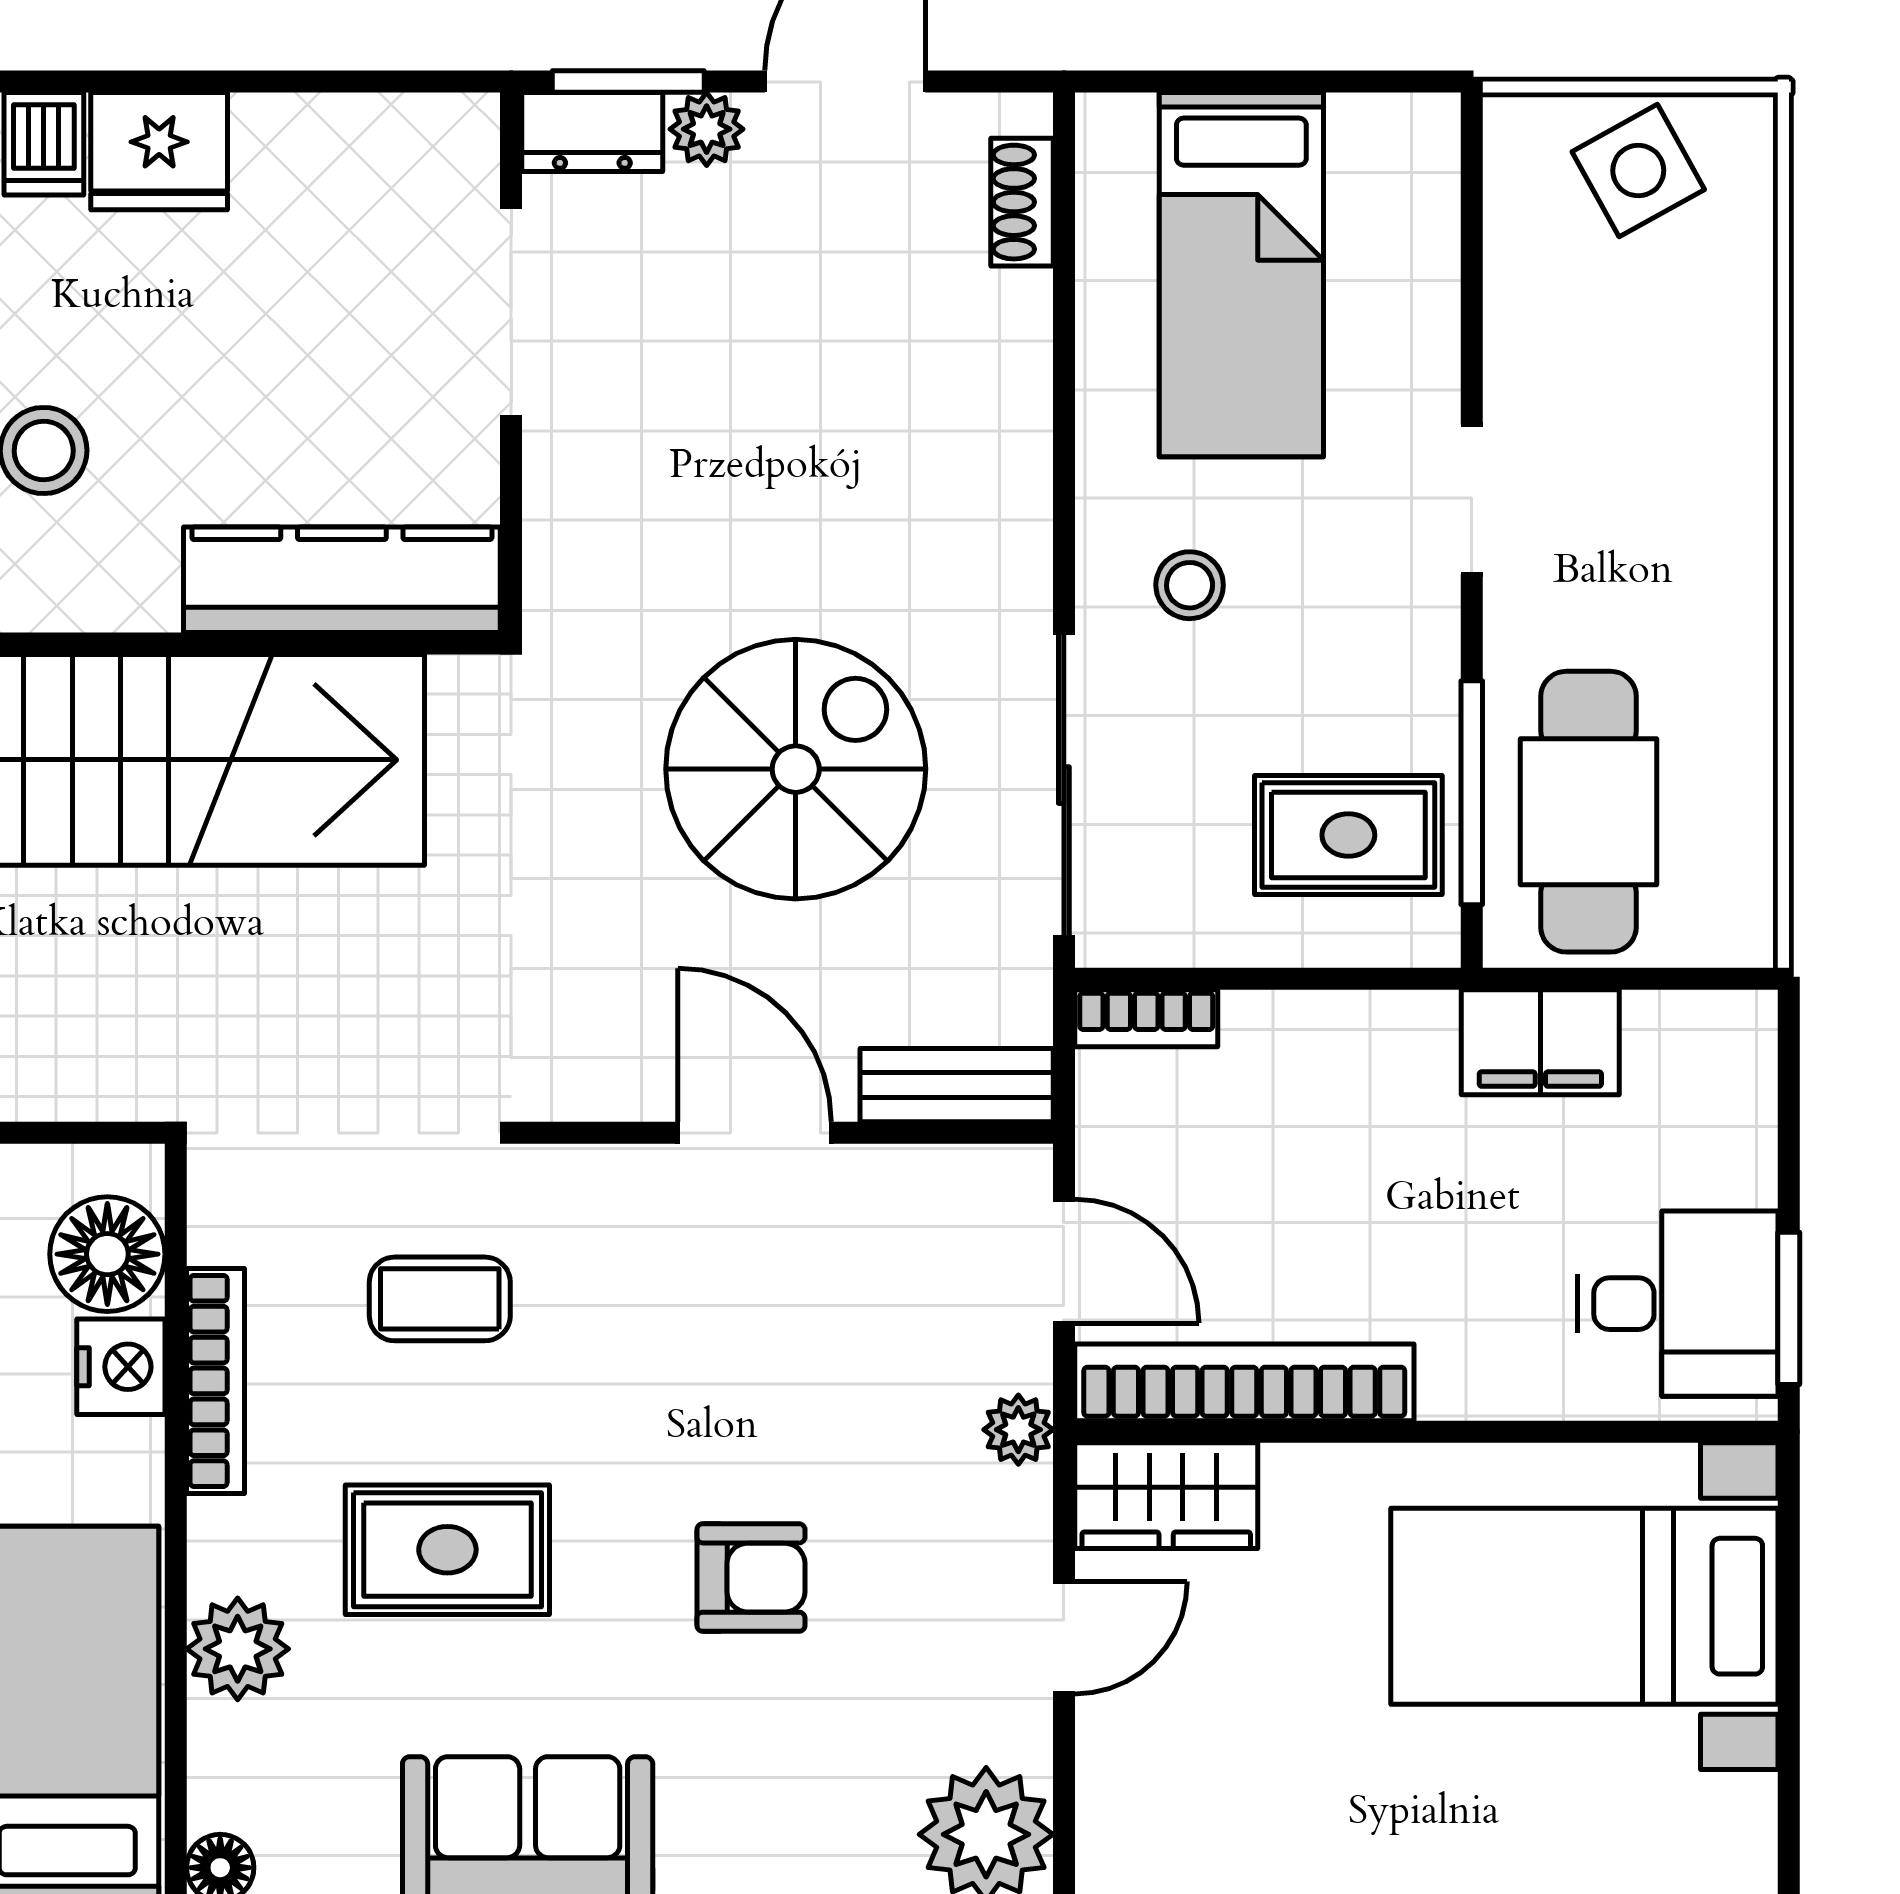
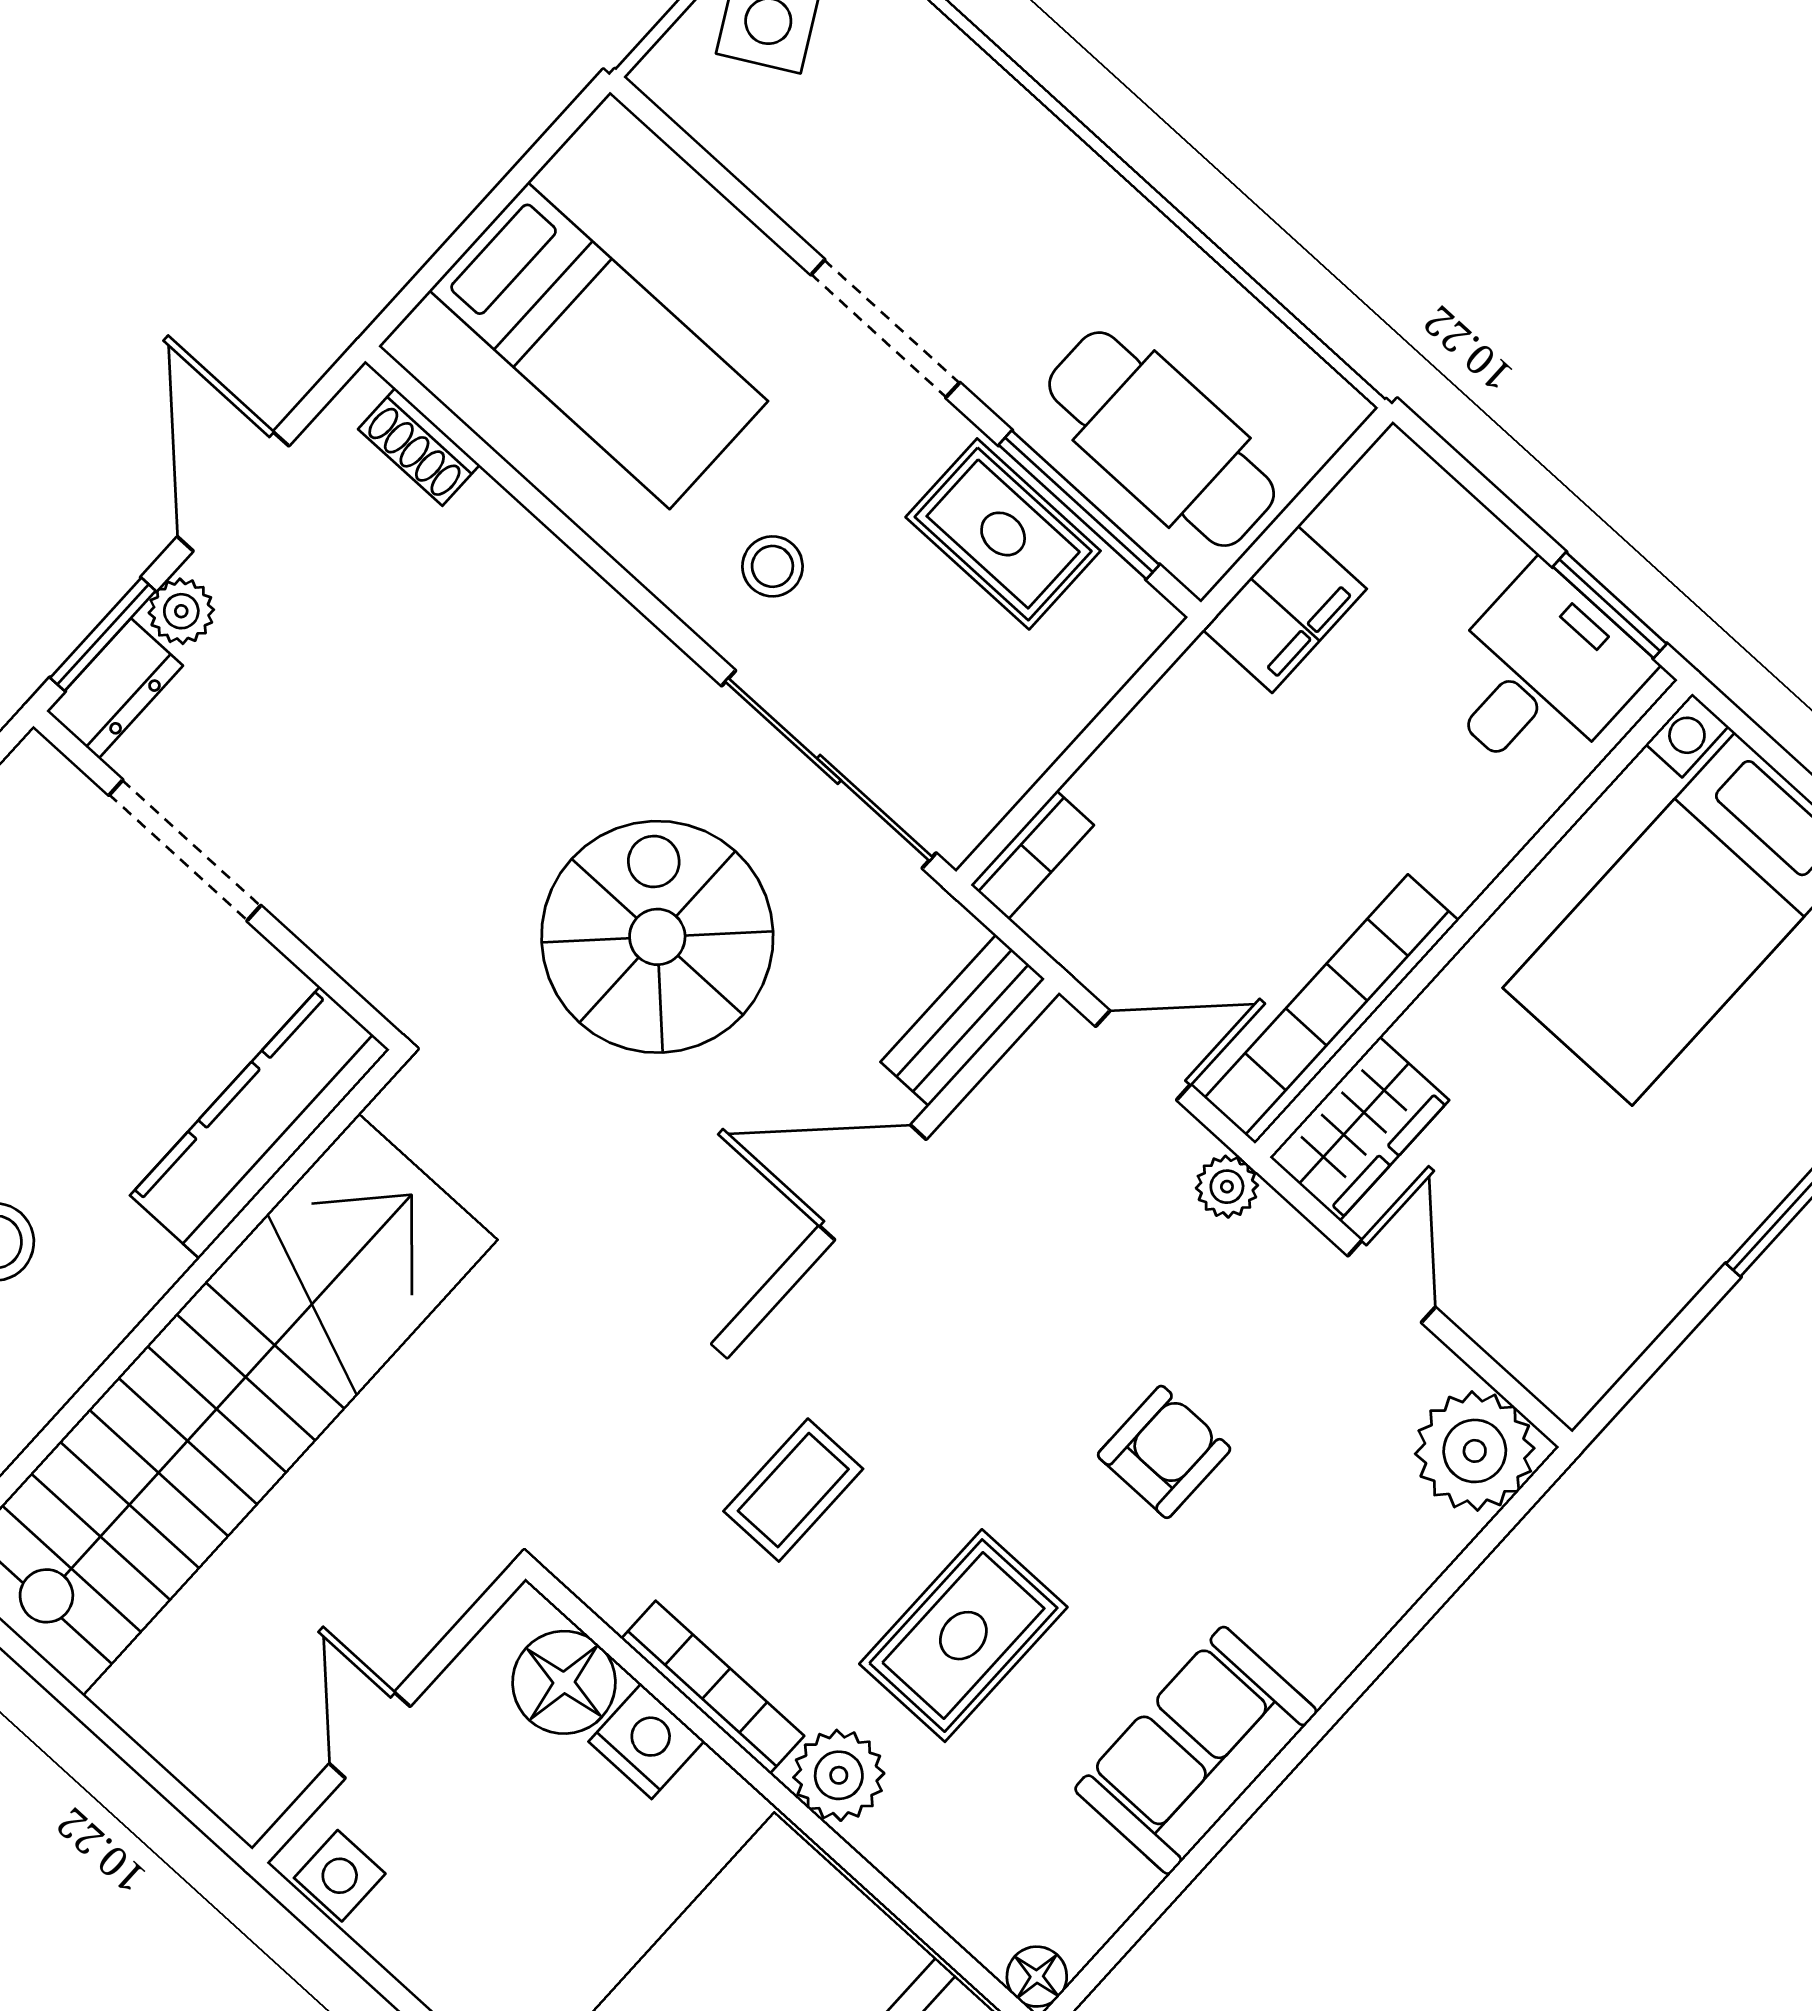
doorway: (1472, 499) -> (885, 329), width x1.38
rug: (1348, 835) -> (1003, 534), moved, turned 90
plant: (238, 1649) -> (839, 1775), moved

